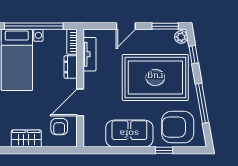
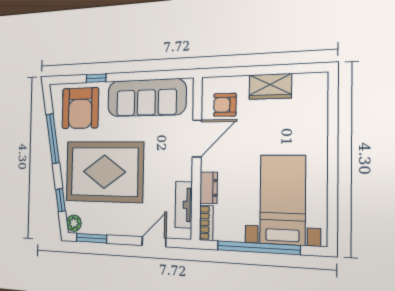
door: (126, 26) -> (154, 242), moved
armchair: (59, 127) -> (225, 105), turned -90
armchair: (178, 127) -> (80, 108), turned 90
sofa: (129, 134) -> (146, 98), width x1.36

